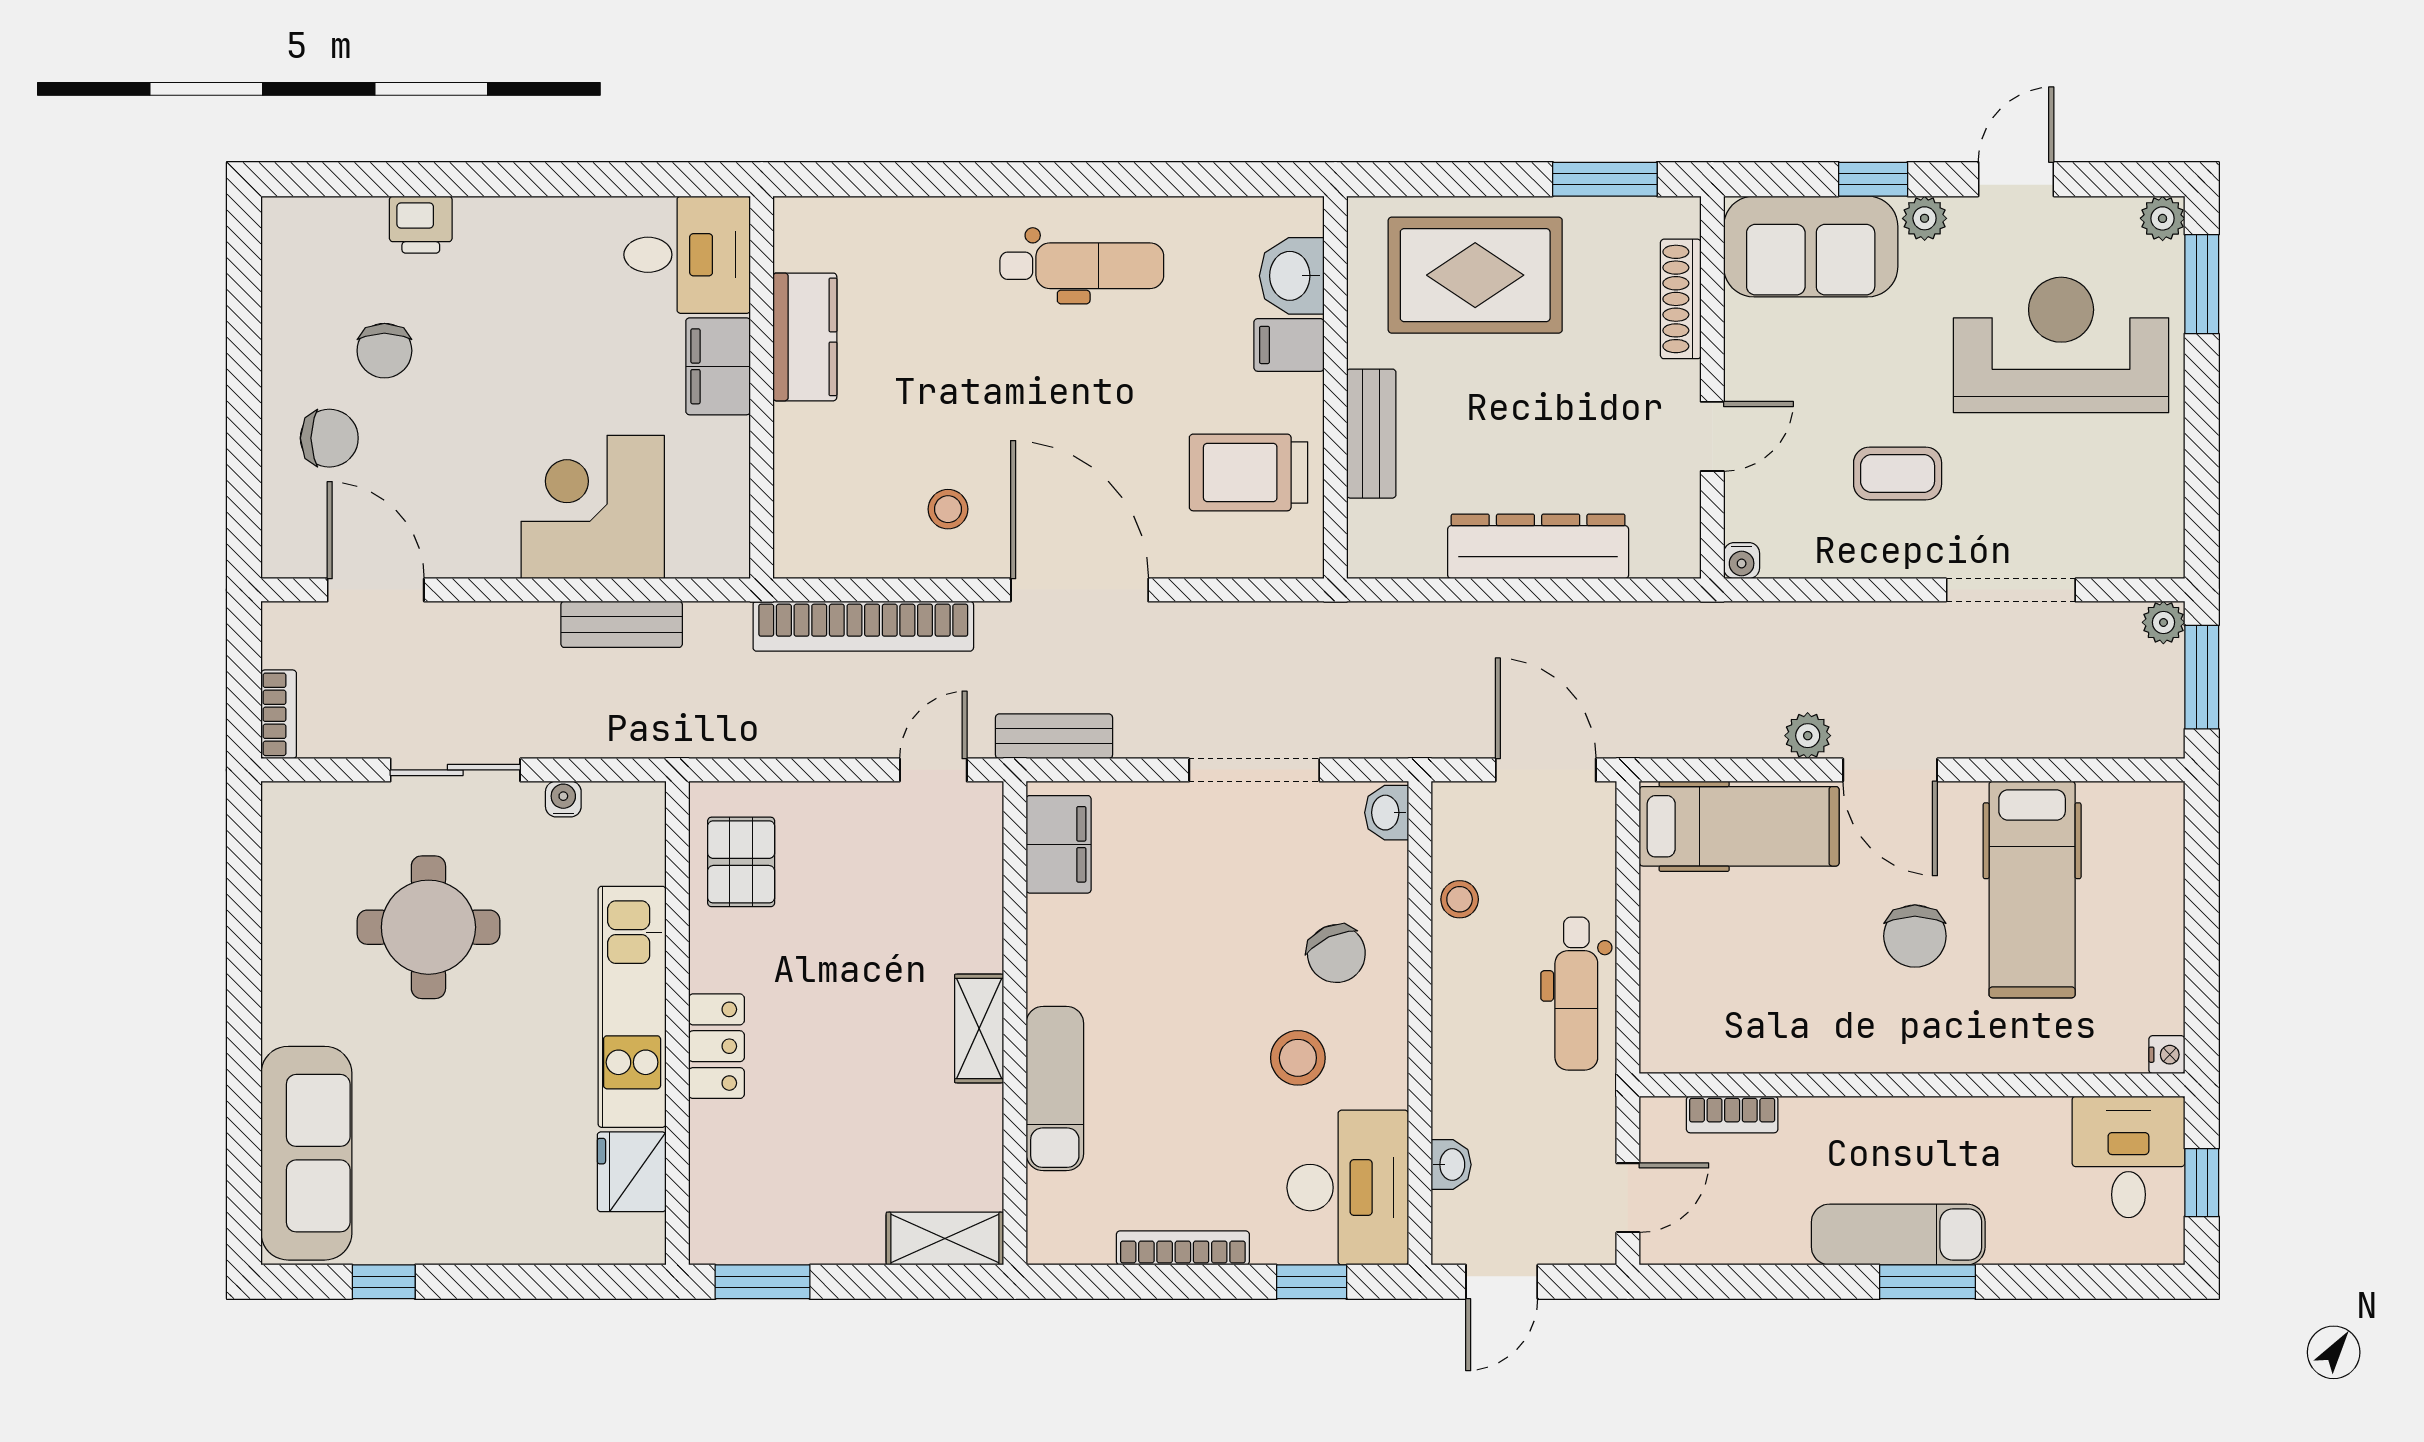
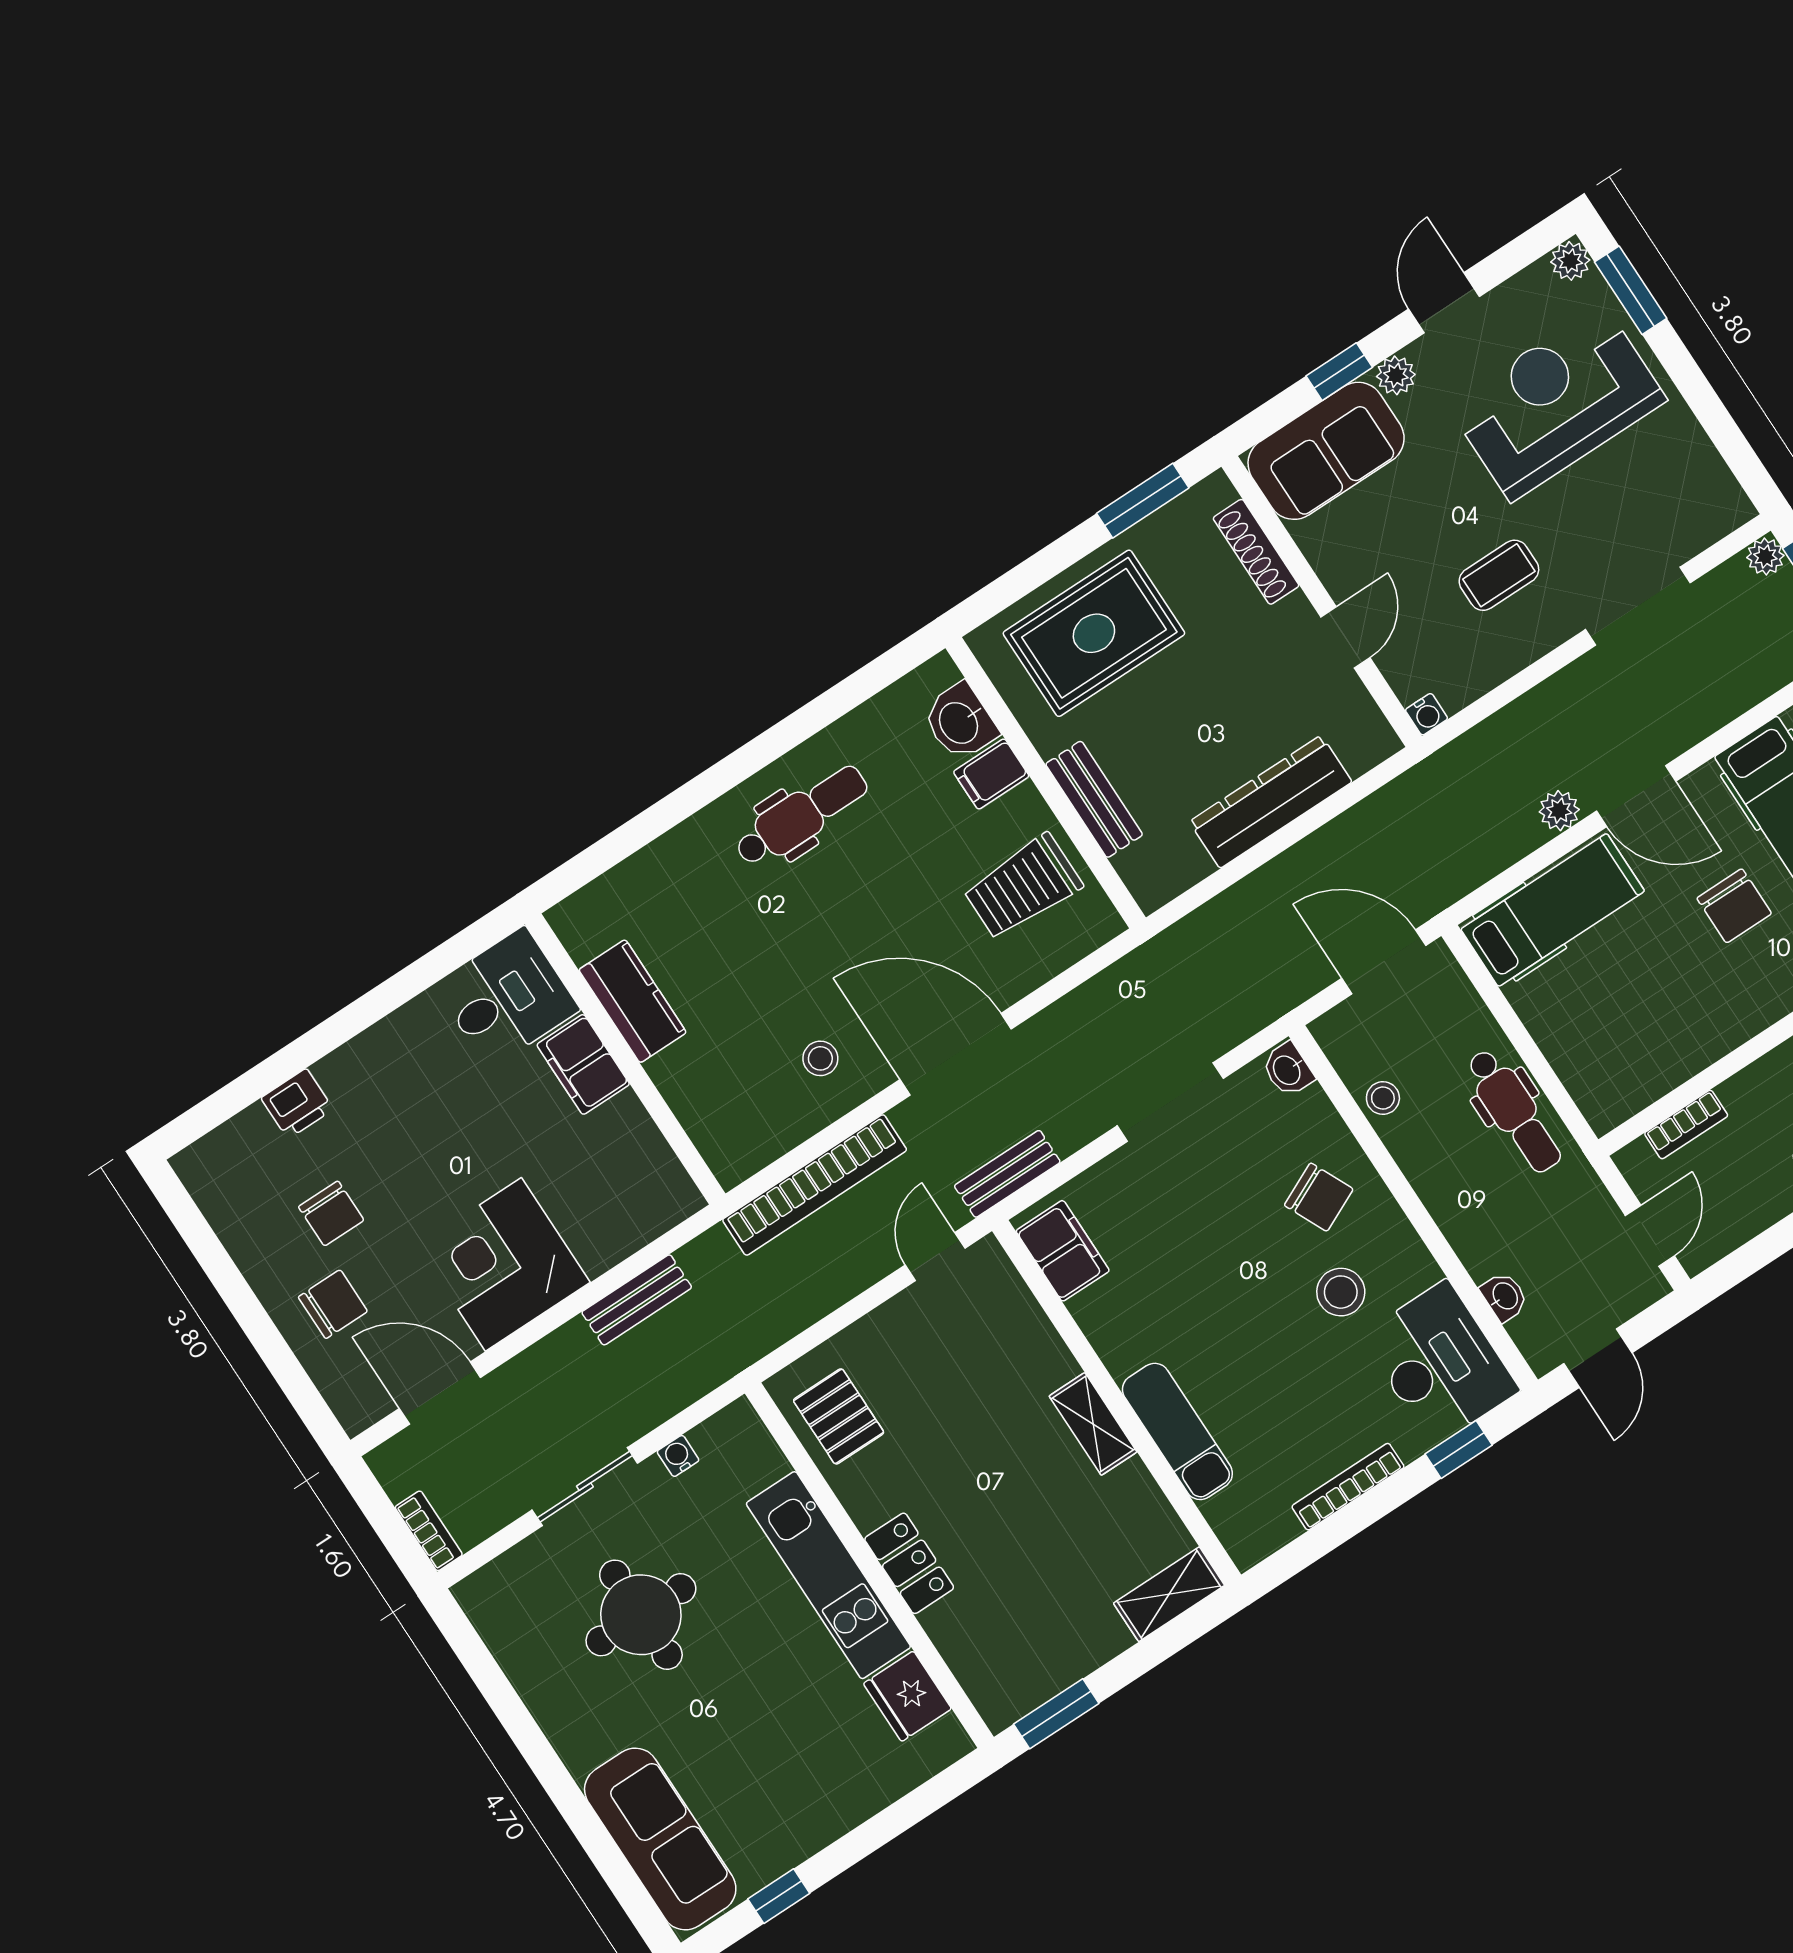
corner desk: (593, 507) -> (503, 1264), moved

